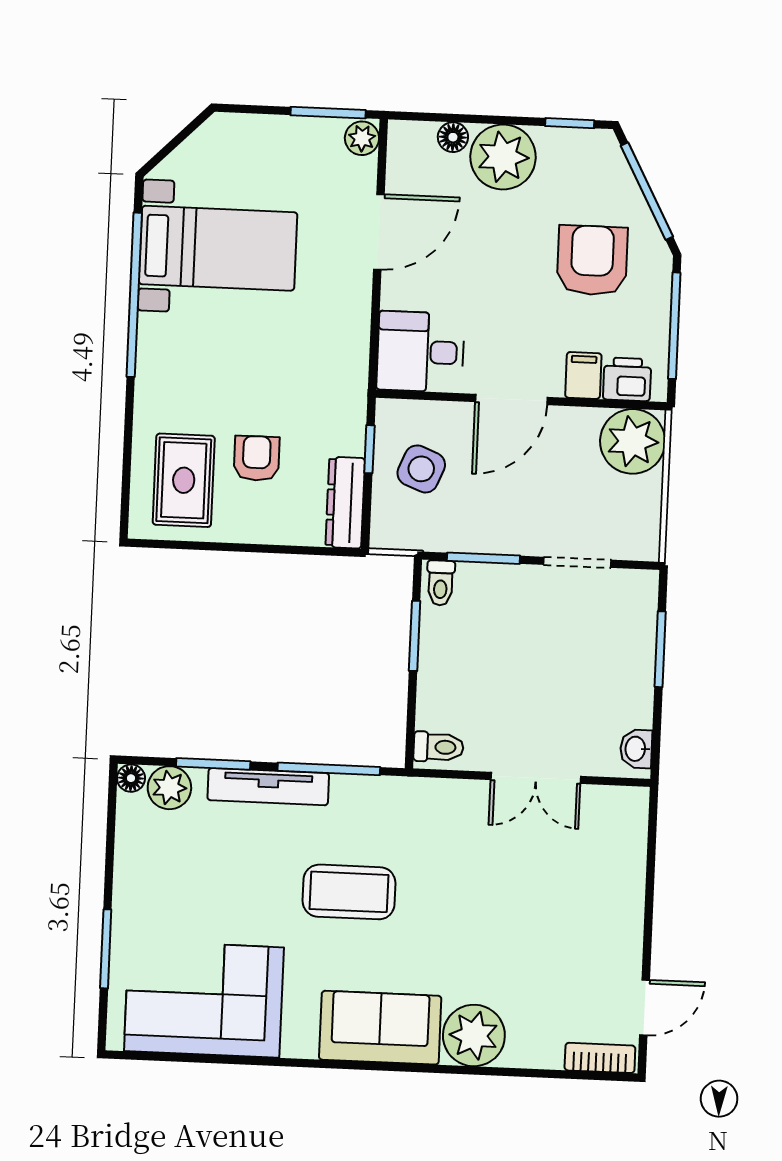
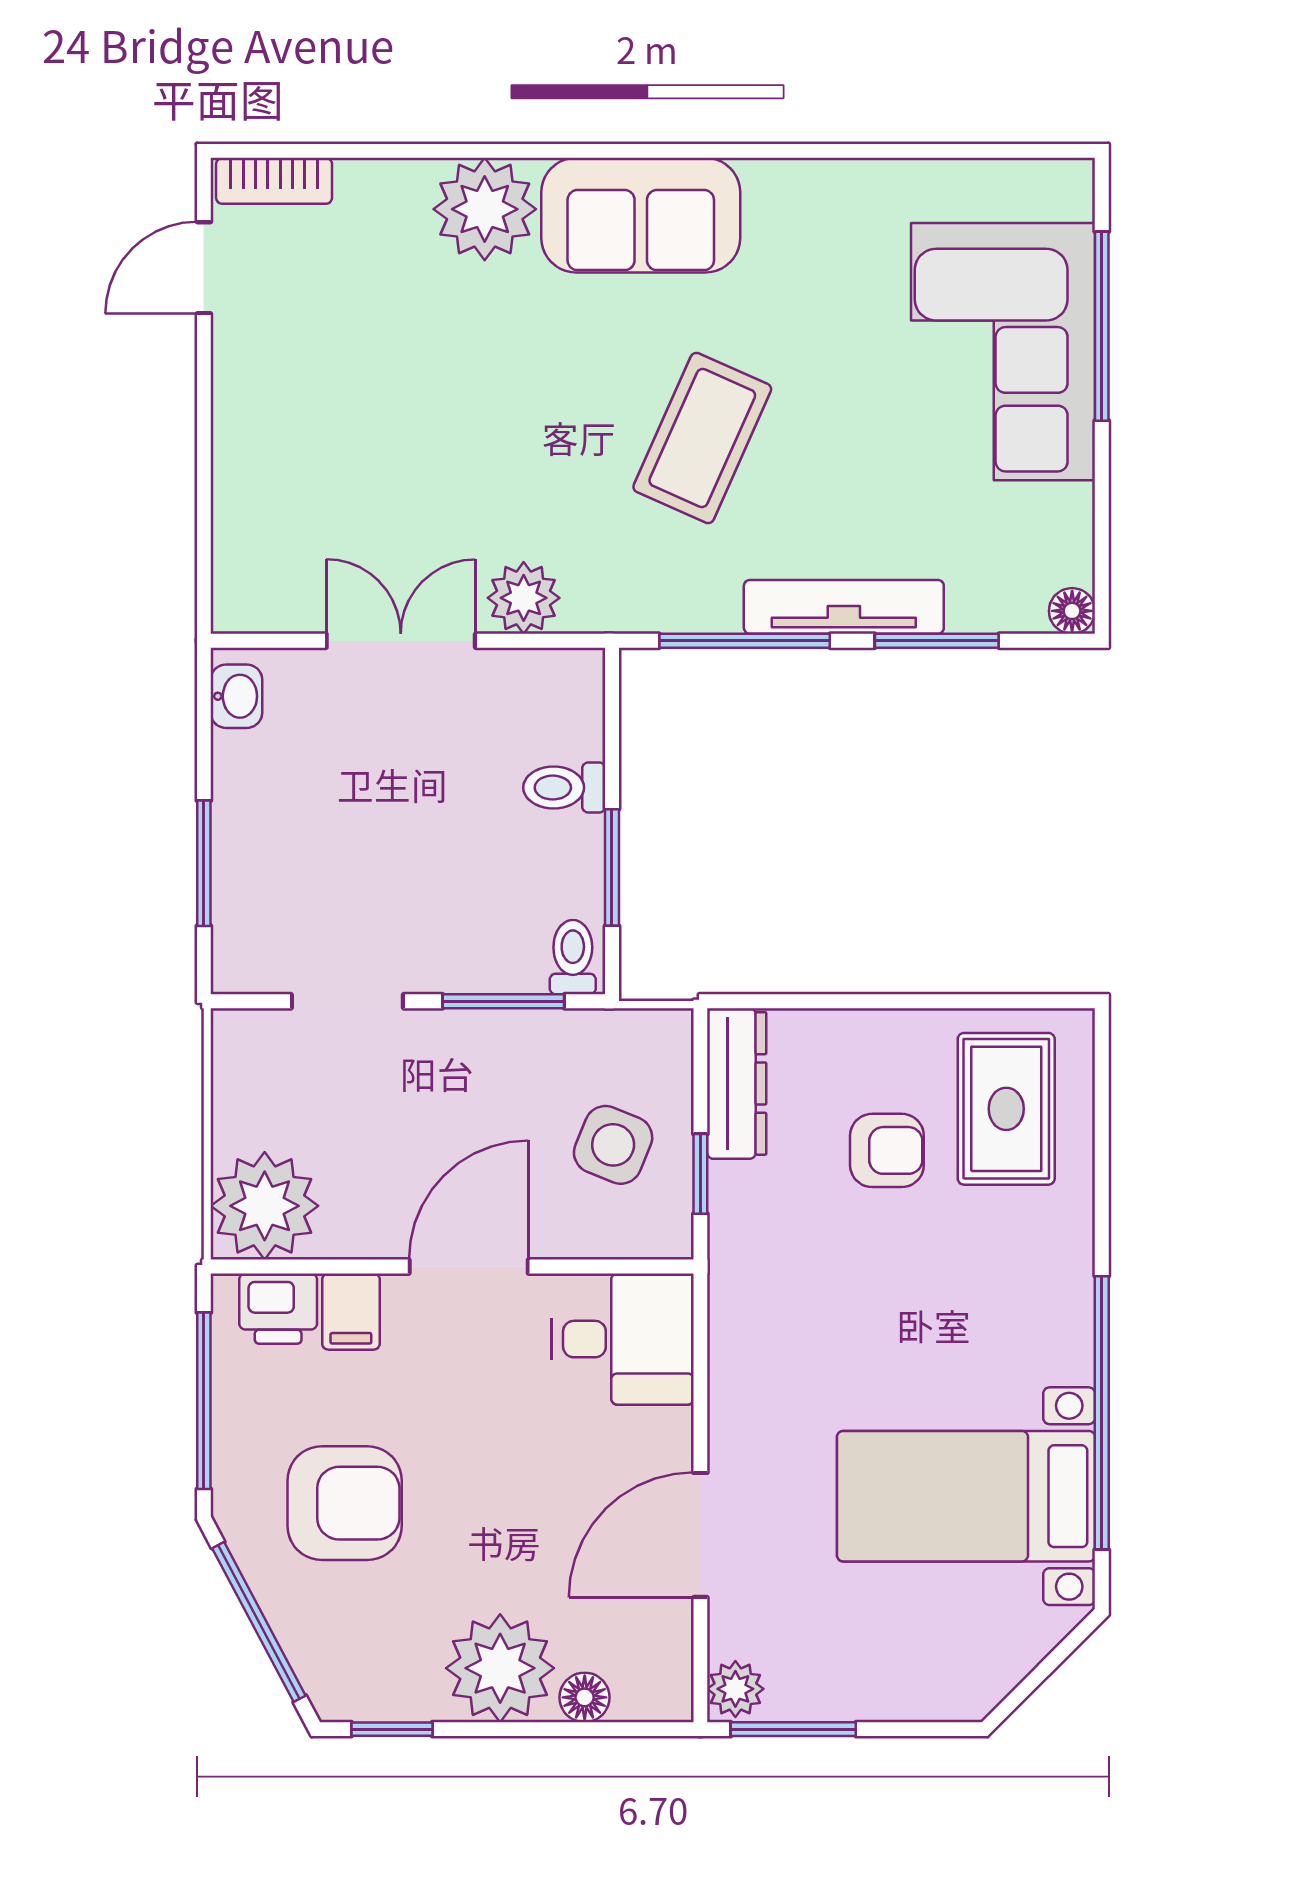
armchair: (592, 260) -> (345, 1503), turned -90
armchair: (257, 458) -> (887, 1150), turned -90
toilet: (439, 747) -> (564, 788), moved
plant: (169, 788) -> (524, 598), moved
coffee table: (349, 892) -> (702, 438), turned -66
window: (106, 949) -> (1102, 326), width x1.44
corner sofa: (204, 999) -> (1003, 352), moved, turned 90

